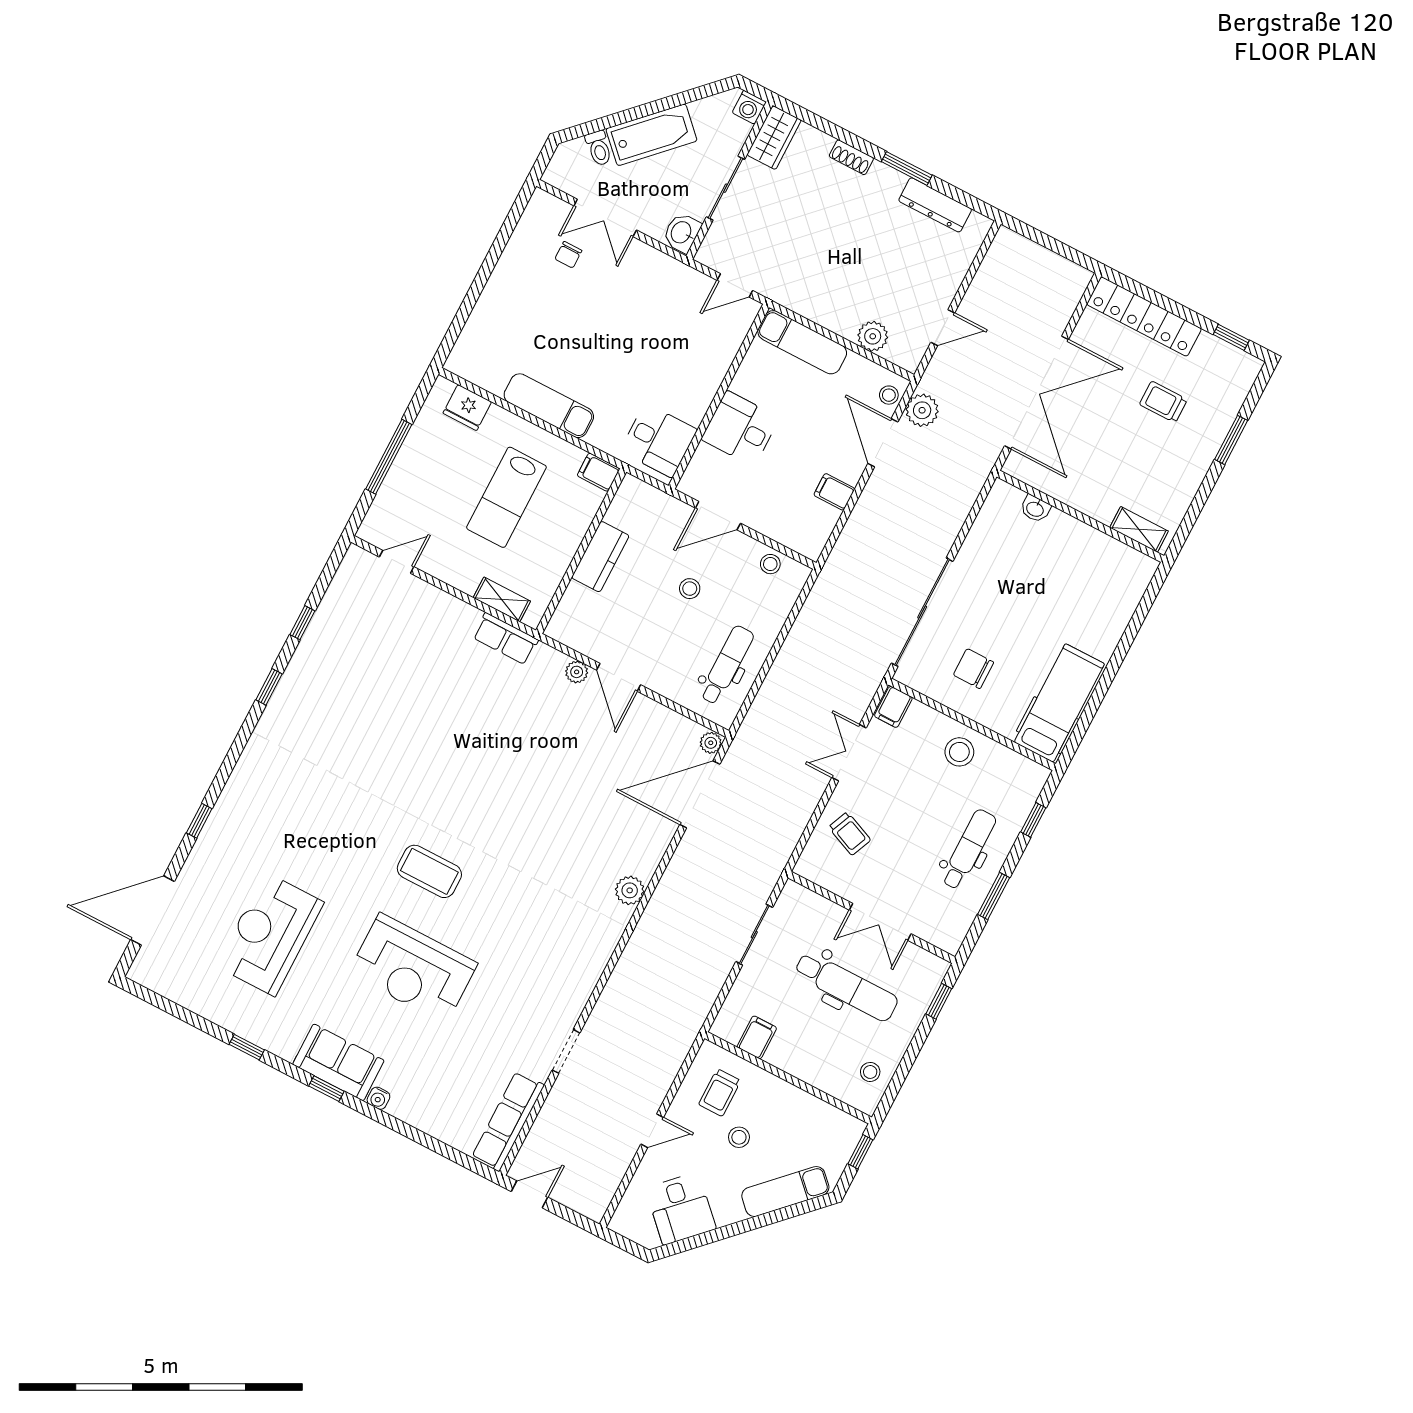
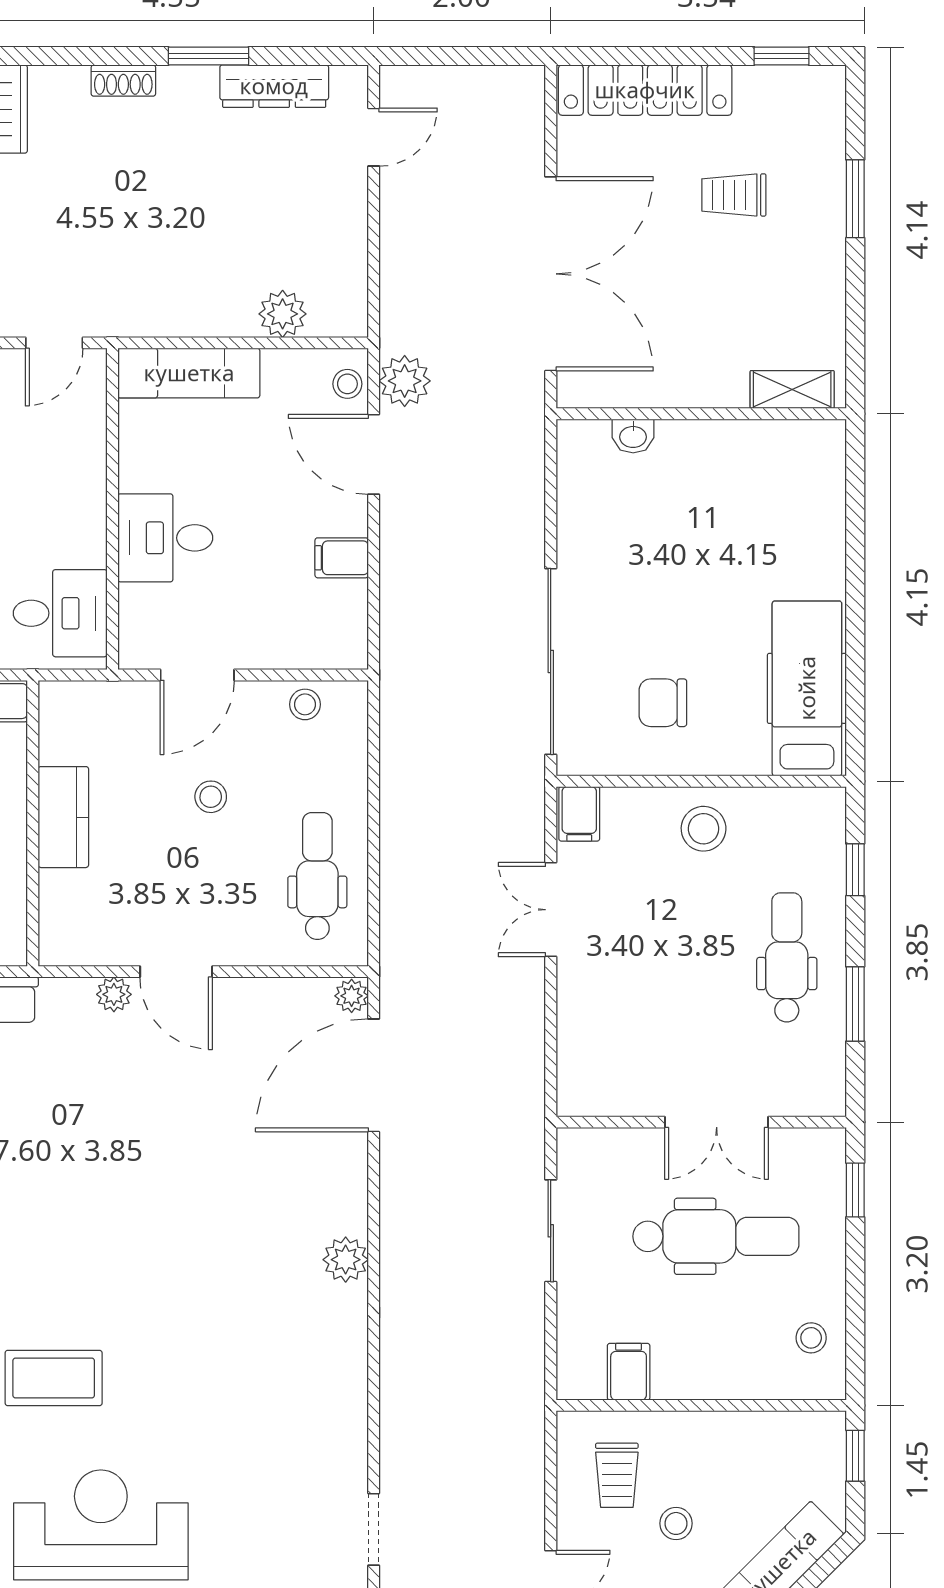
door: (943, 328) -> (374, 137), moved
trolley: (850, 834) -> (610, 1021), removed
reception desk: (413, 968) -> (101, 1525), turned 180

